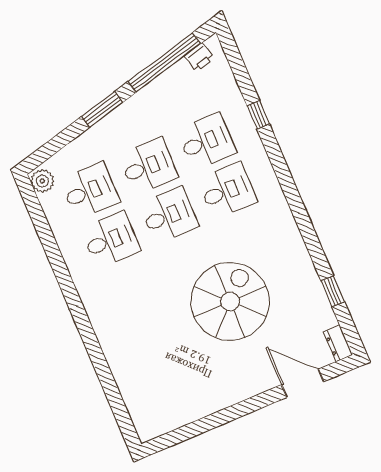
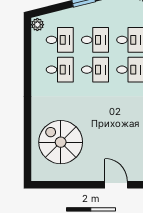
spiral stairs: (230, 302) -> (61, 142), moved, turned -90
door: (303, 383) -> (116, 185), moved

